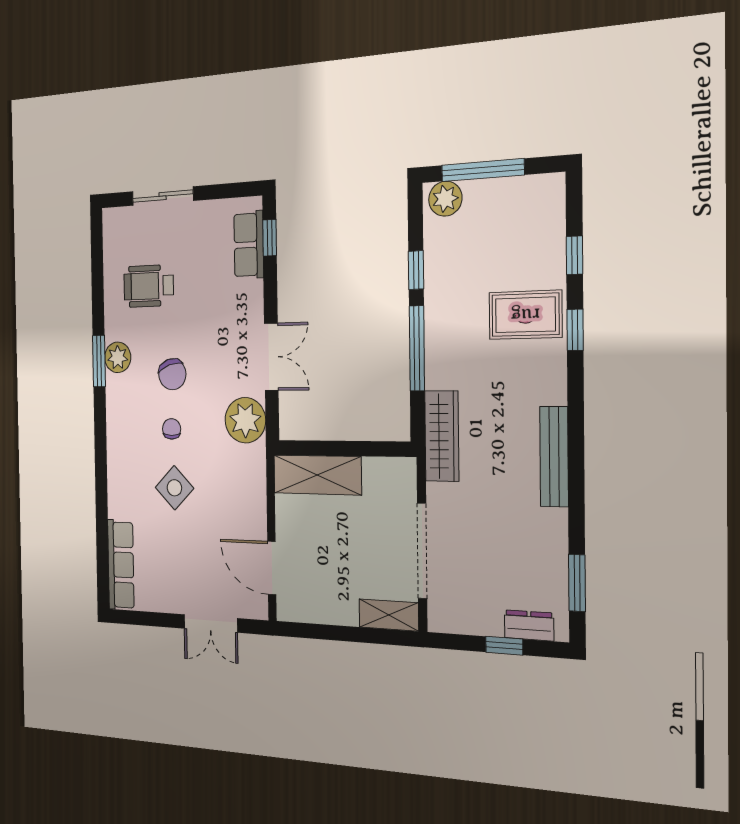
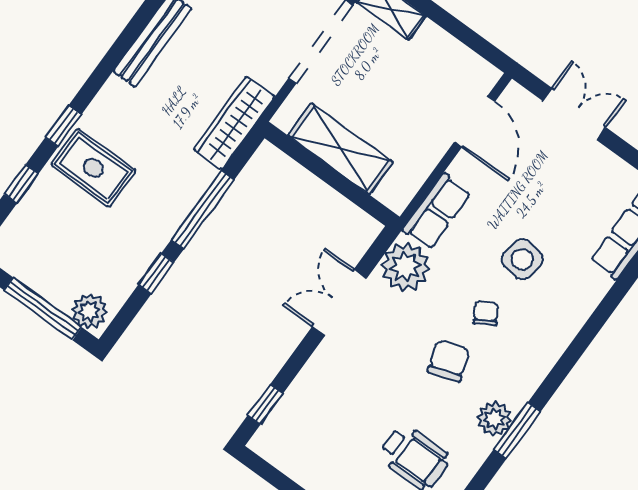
row of seats: (249, 245) -> (437, 211), moved
chair: (172, 429) -> (486, 313), turned 149
shelving: (317, 475) -> (340, 149), moved
side table: (174, 488) -> (522, 259), turned -37

